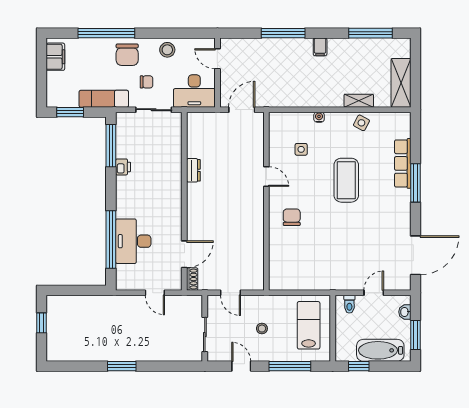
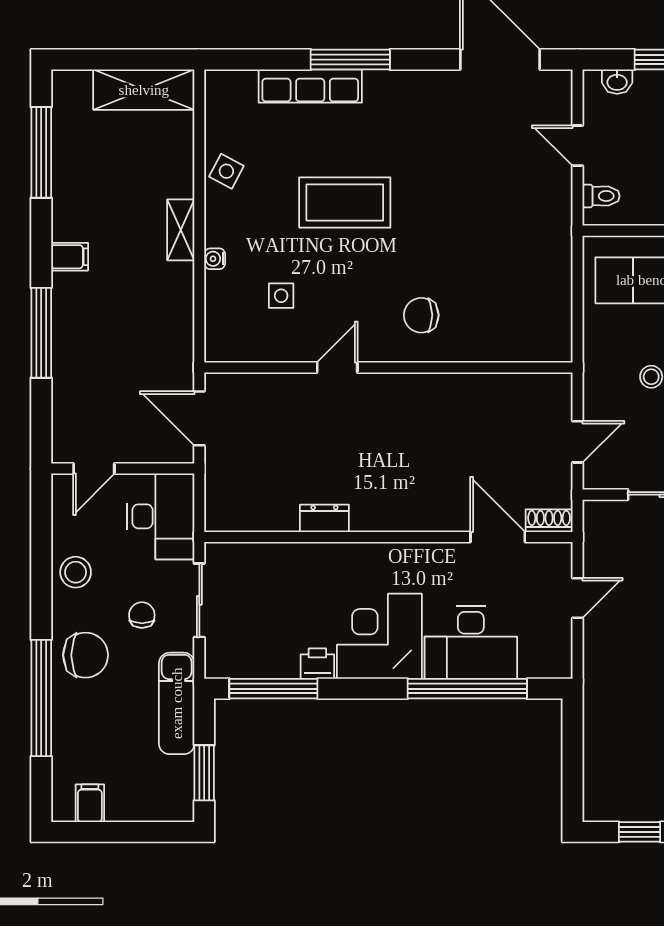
filing cabinet: (55, 57) -> (90, 803), width x0.50
shelving: (359, 101) -> (181, 230), moved
corner desk: (136, 197) -> (379, 636), added

